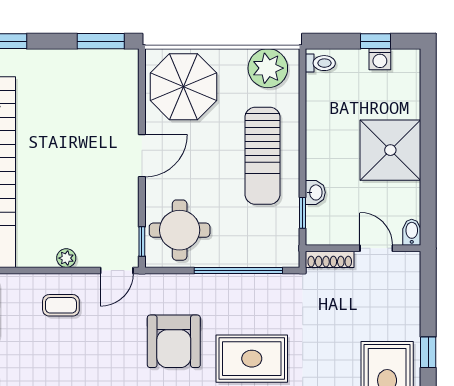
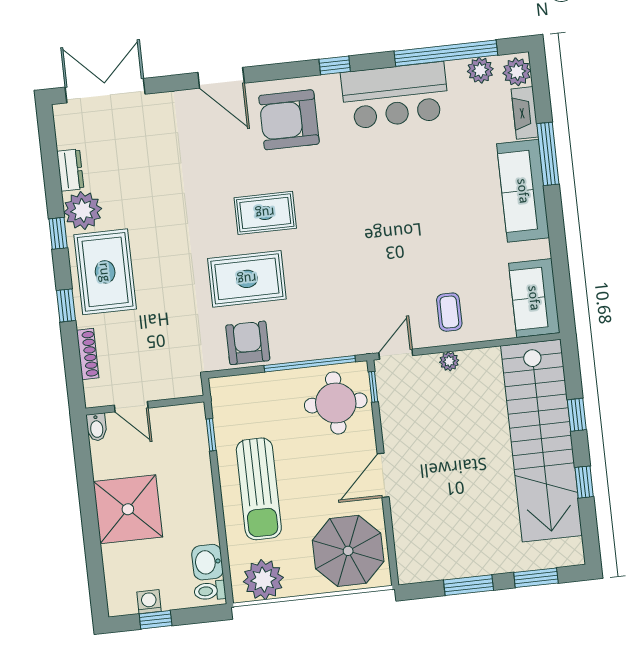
window: (101, 41) -> (468, 585), moved
sun lounger: (263, 156) -> (259, 489), turned 180
washbasin: (315, 192) -> (207, 562), moved, width x1.38, depth x1.45
shoe rack: (330, 259) -> (88, 354), moved, turned 90
window: (238, 271) -> (310, 364), moved
coffee table: (61, 305) -> (449, 312), turned 90
armchair: (174, 341) -> (248, 343), moved, width x0.73, depth x0.73

